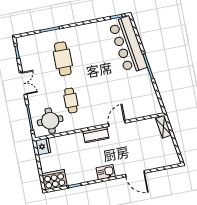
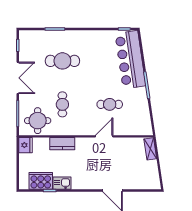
cafe table: (63, 59) -> (62, 61), turned 90
double door: (23, 83) -> (18, 78), width x1.37
cafe table: (116, 92) -> (110, 104), added
kitchen counter: (96, 135) -> (62, 144), moved
kitchen sink: (106, 172) -> (62, 183), moved
cooker: (55, 180) -> (41, 181), moved

